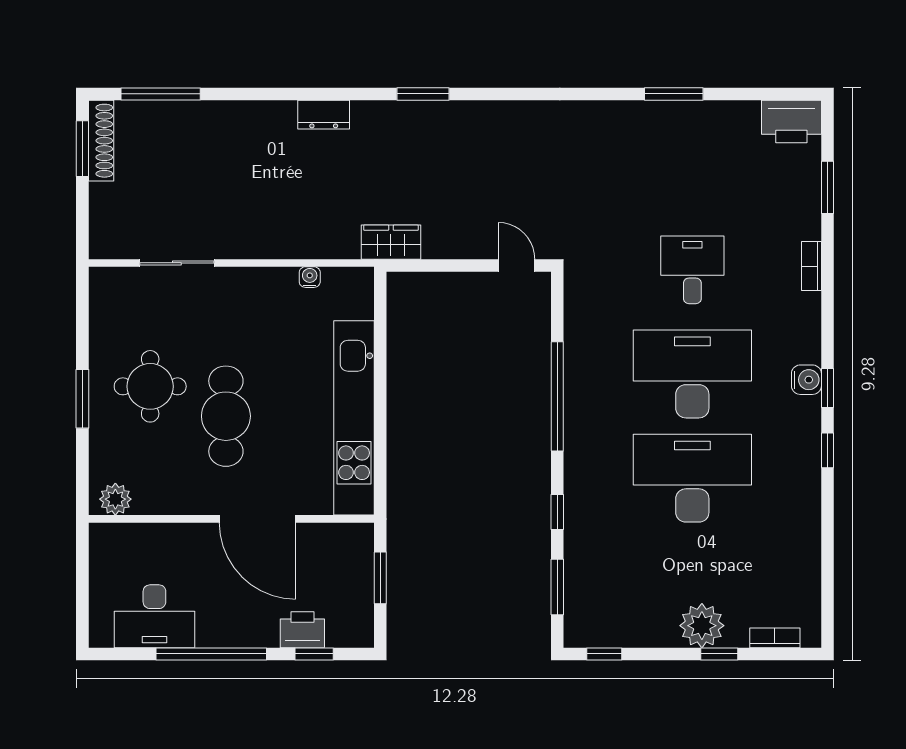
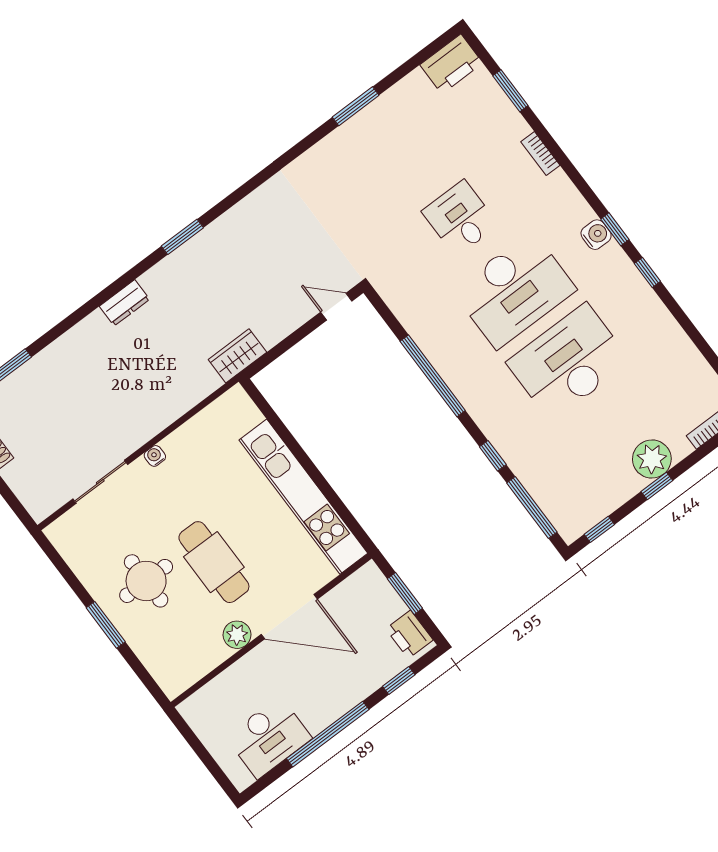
water cooler: (310, 277) -> (155, 456), moved
desk: (692, 374) -> (514, 290), turned 180
plant: (115, 499) -> (237, 635), moved
window: (557, 587) -> (532, 508), width x1.44
printer: (302, 630) -> (409, 634), moved, turned -90
window: (719, 654) -> (657, 486), moved

